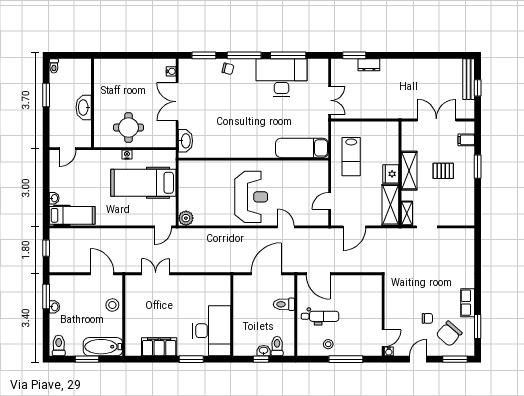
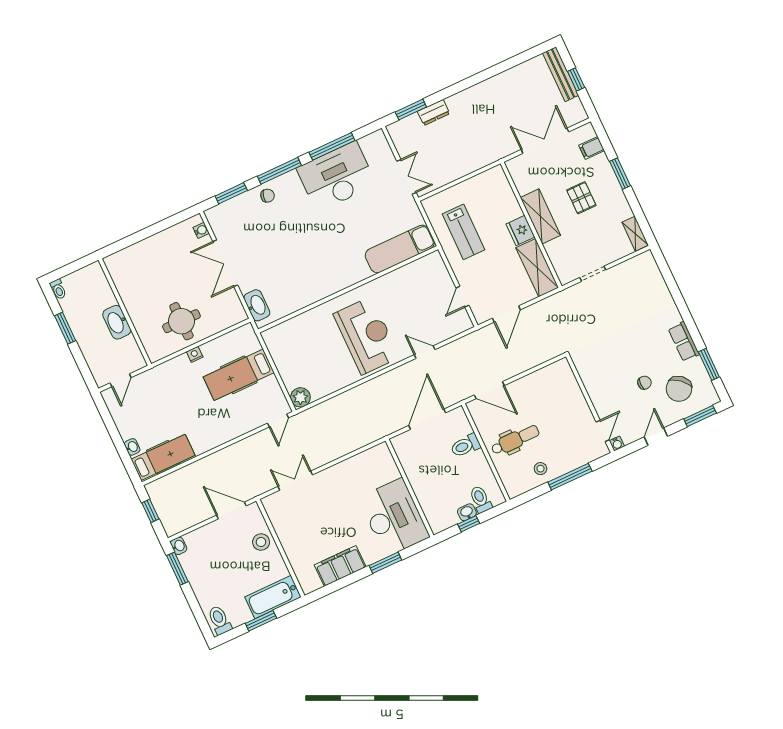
pallet: (443, 171) -> (581, 198), turned 90
hospital bed: (143, 183) -> (239, 375), width x0.73, depth x0.78
shelving: (407, 213) -> (635, 234), moved
washbasin: (54, 307) -> (179, 546), moved

